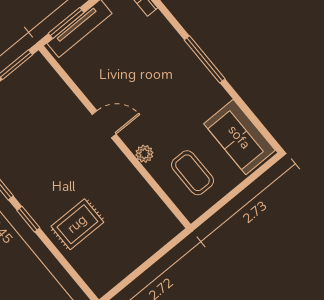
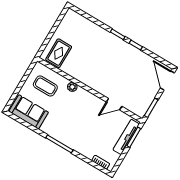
door: (104, 124) -> (114, 104), moved
rug: (77, 224) -> (59, 53), moved

